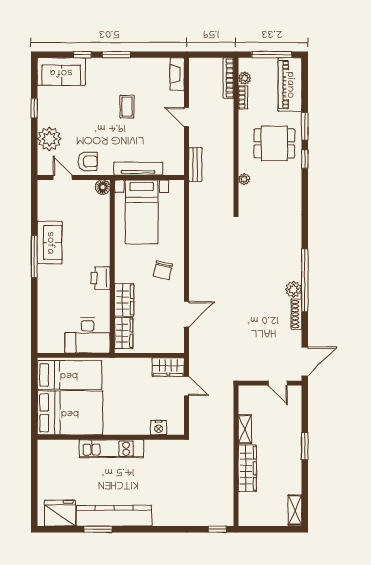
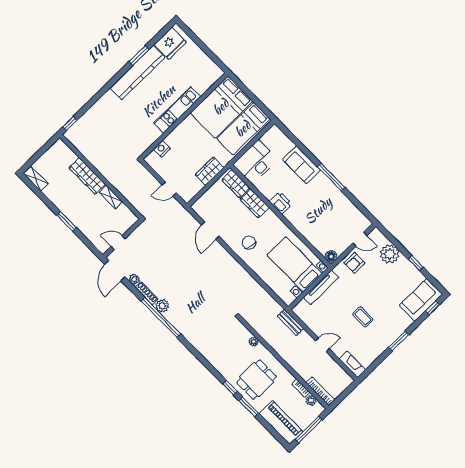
window: (82, 55) -> (432, 308), moved
sofa: (50, 243) -> (301, 165), moved
plant: (295, 337) -> (134, 279), added
wardrobe: (168, 367) -> (210, 171), moved

